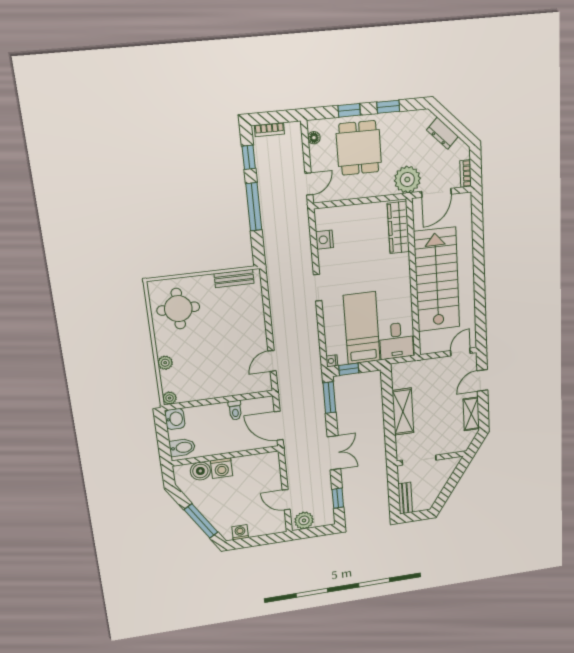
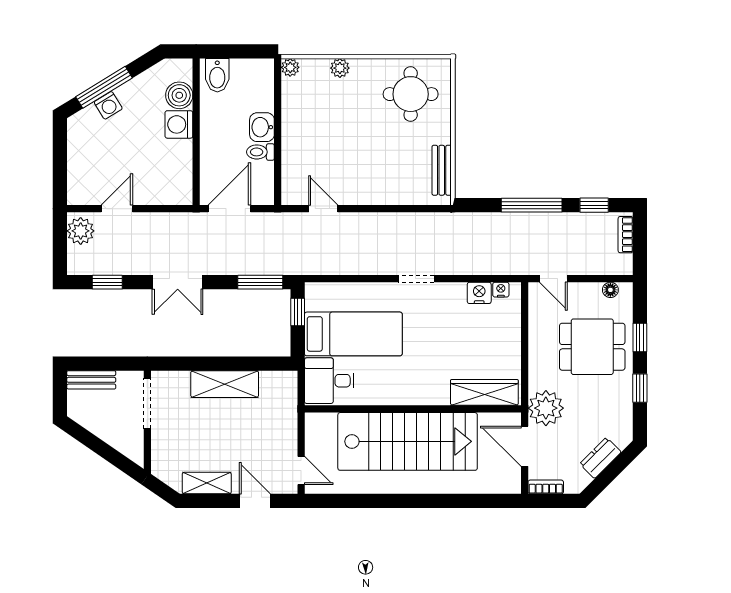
nightstand: (332, 361) -> (501, 290), moved
washbasin: (175, 419) -> (262, 127), moved, turned 90
washing machine: (240, 532) -> (108, 105), moved, turned 58

